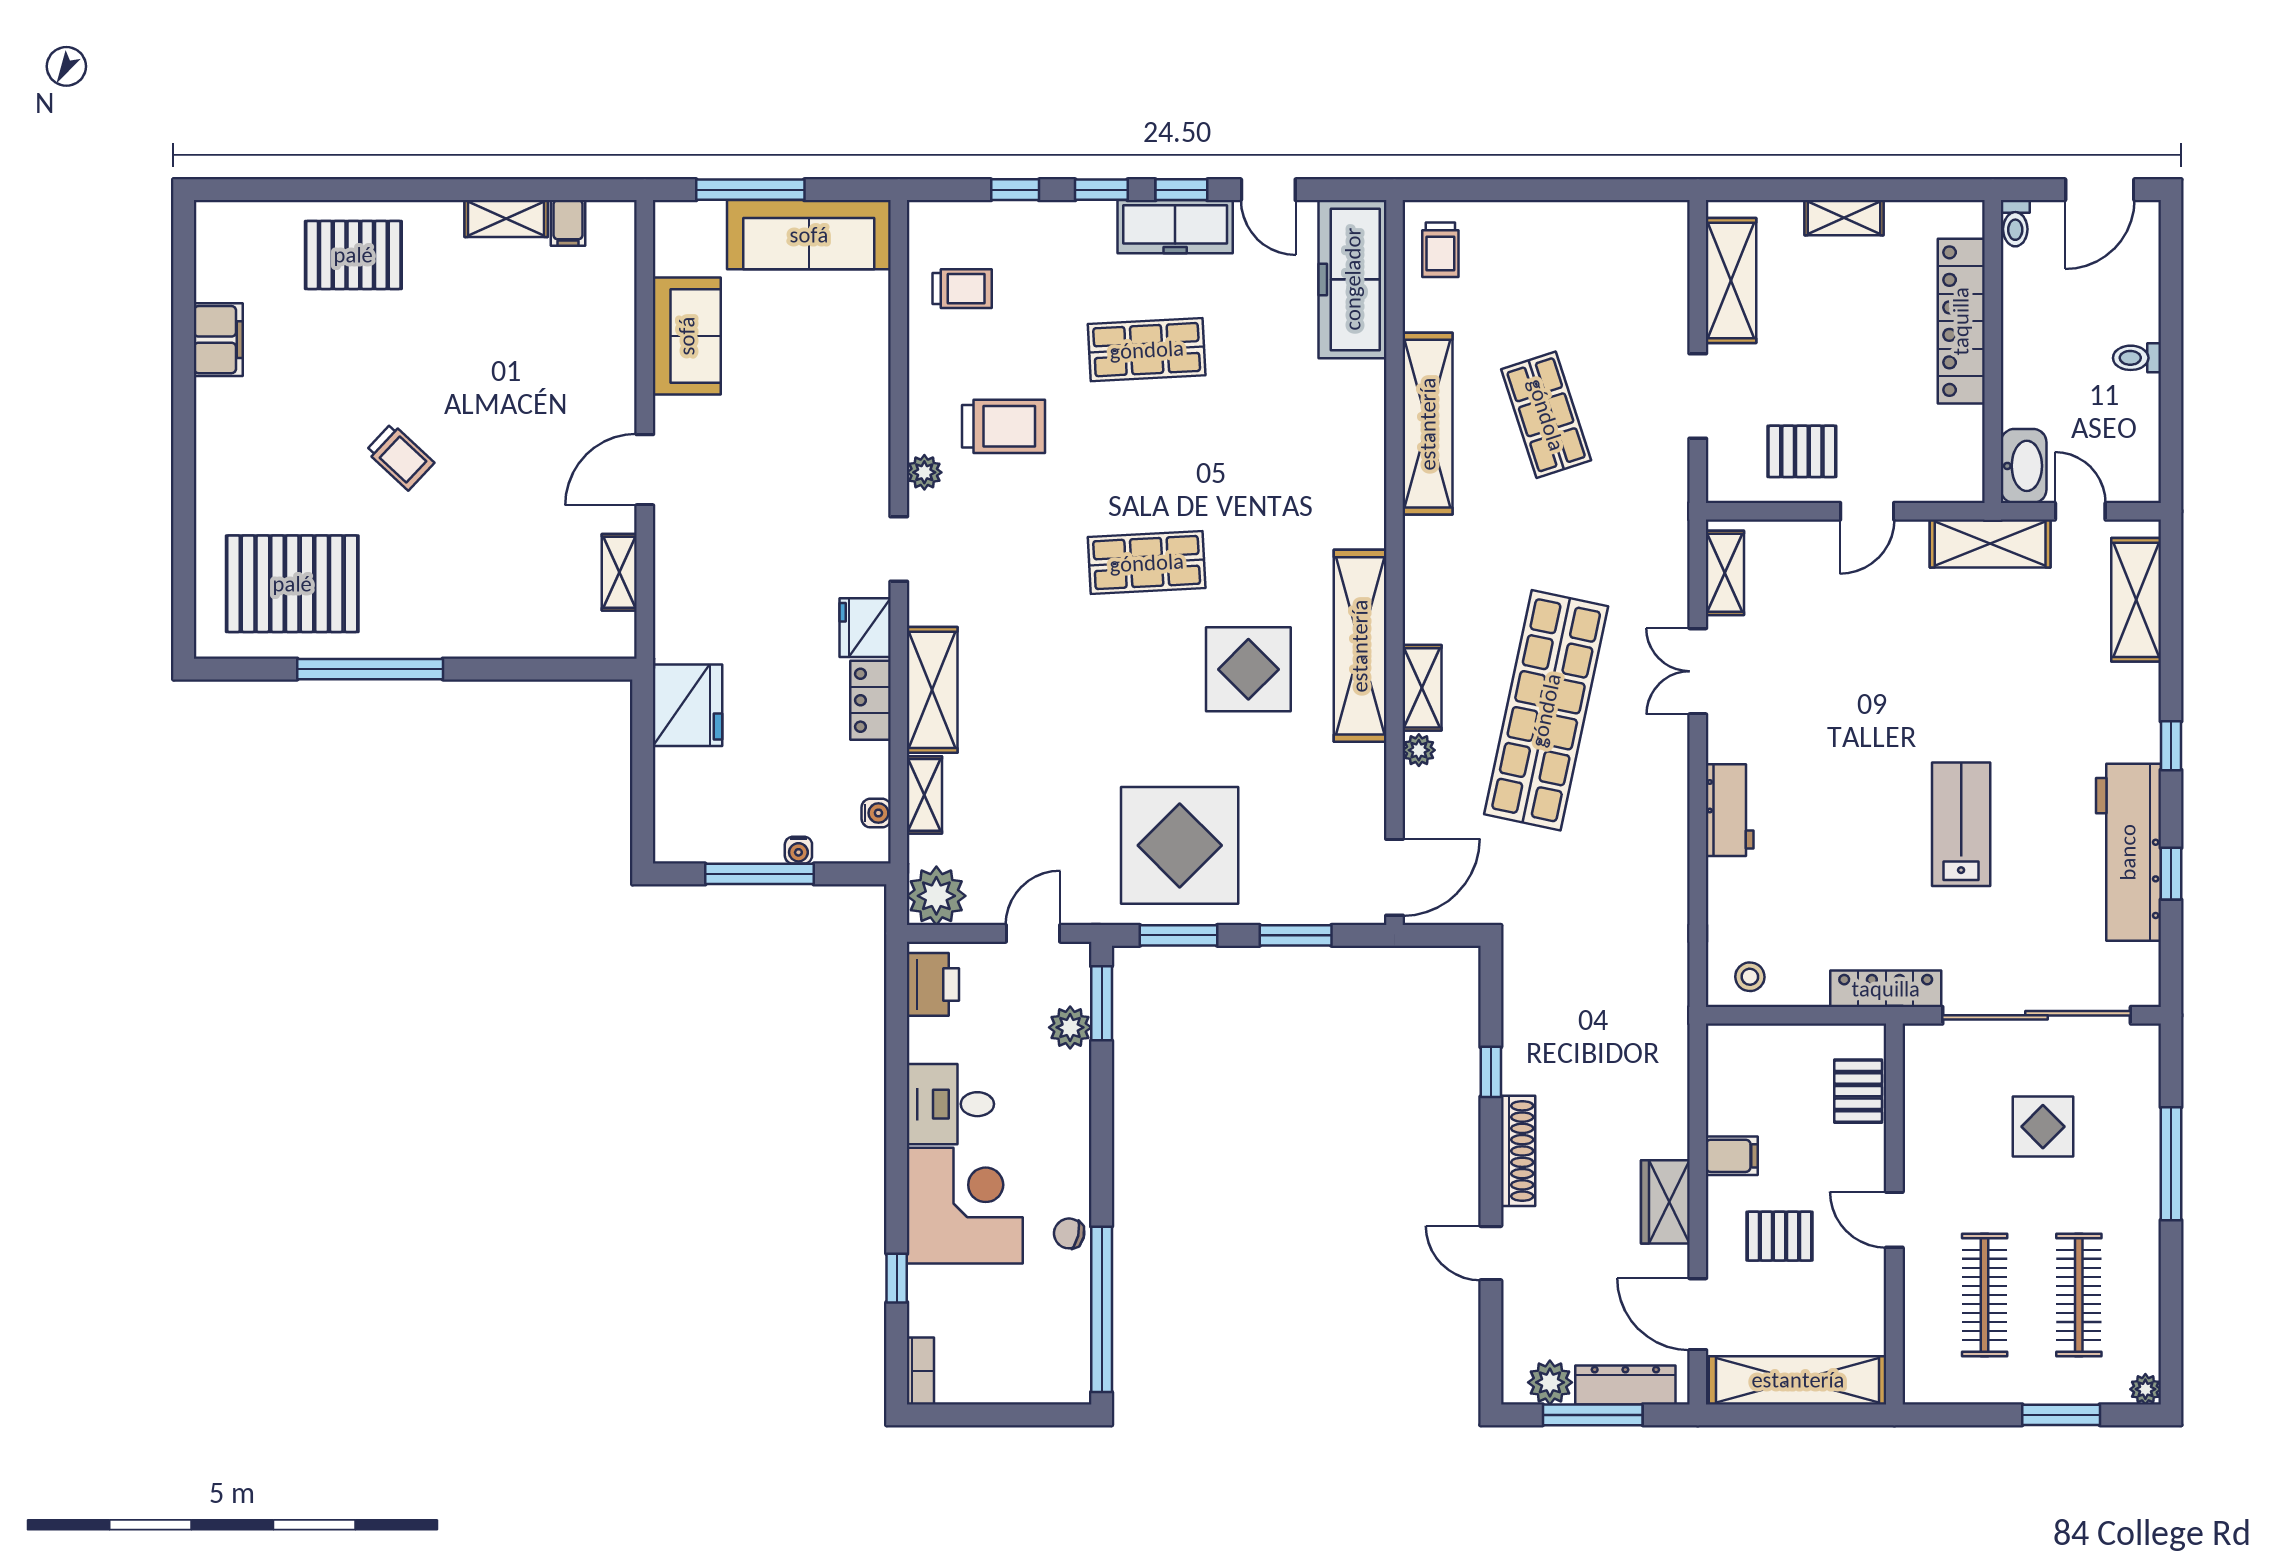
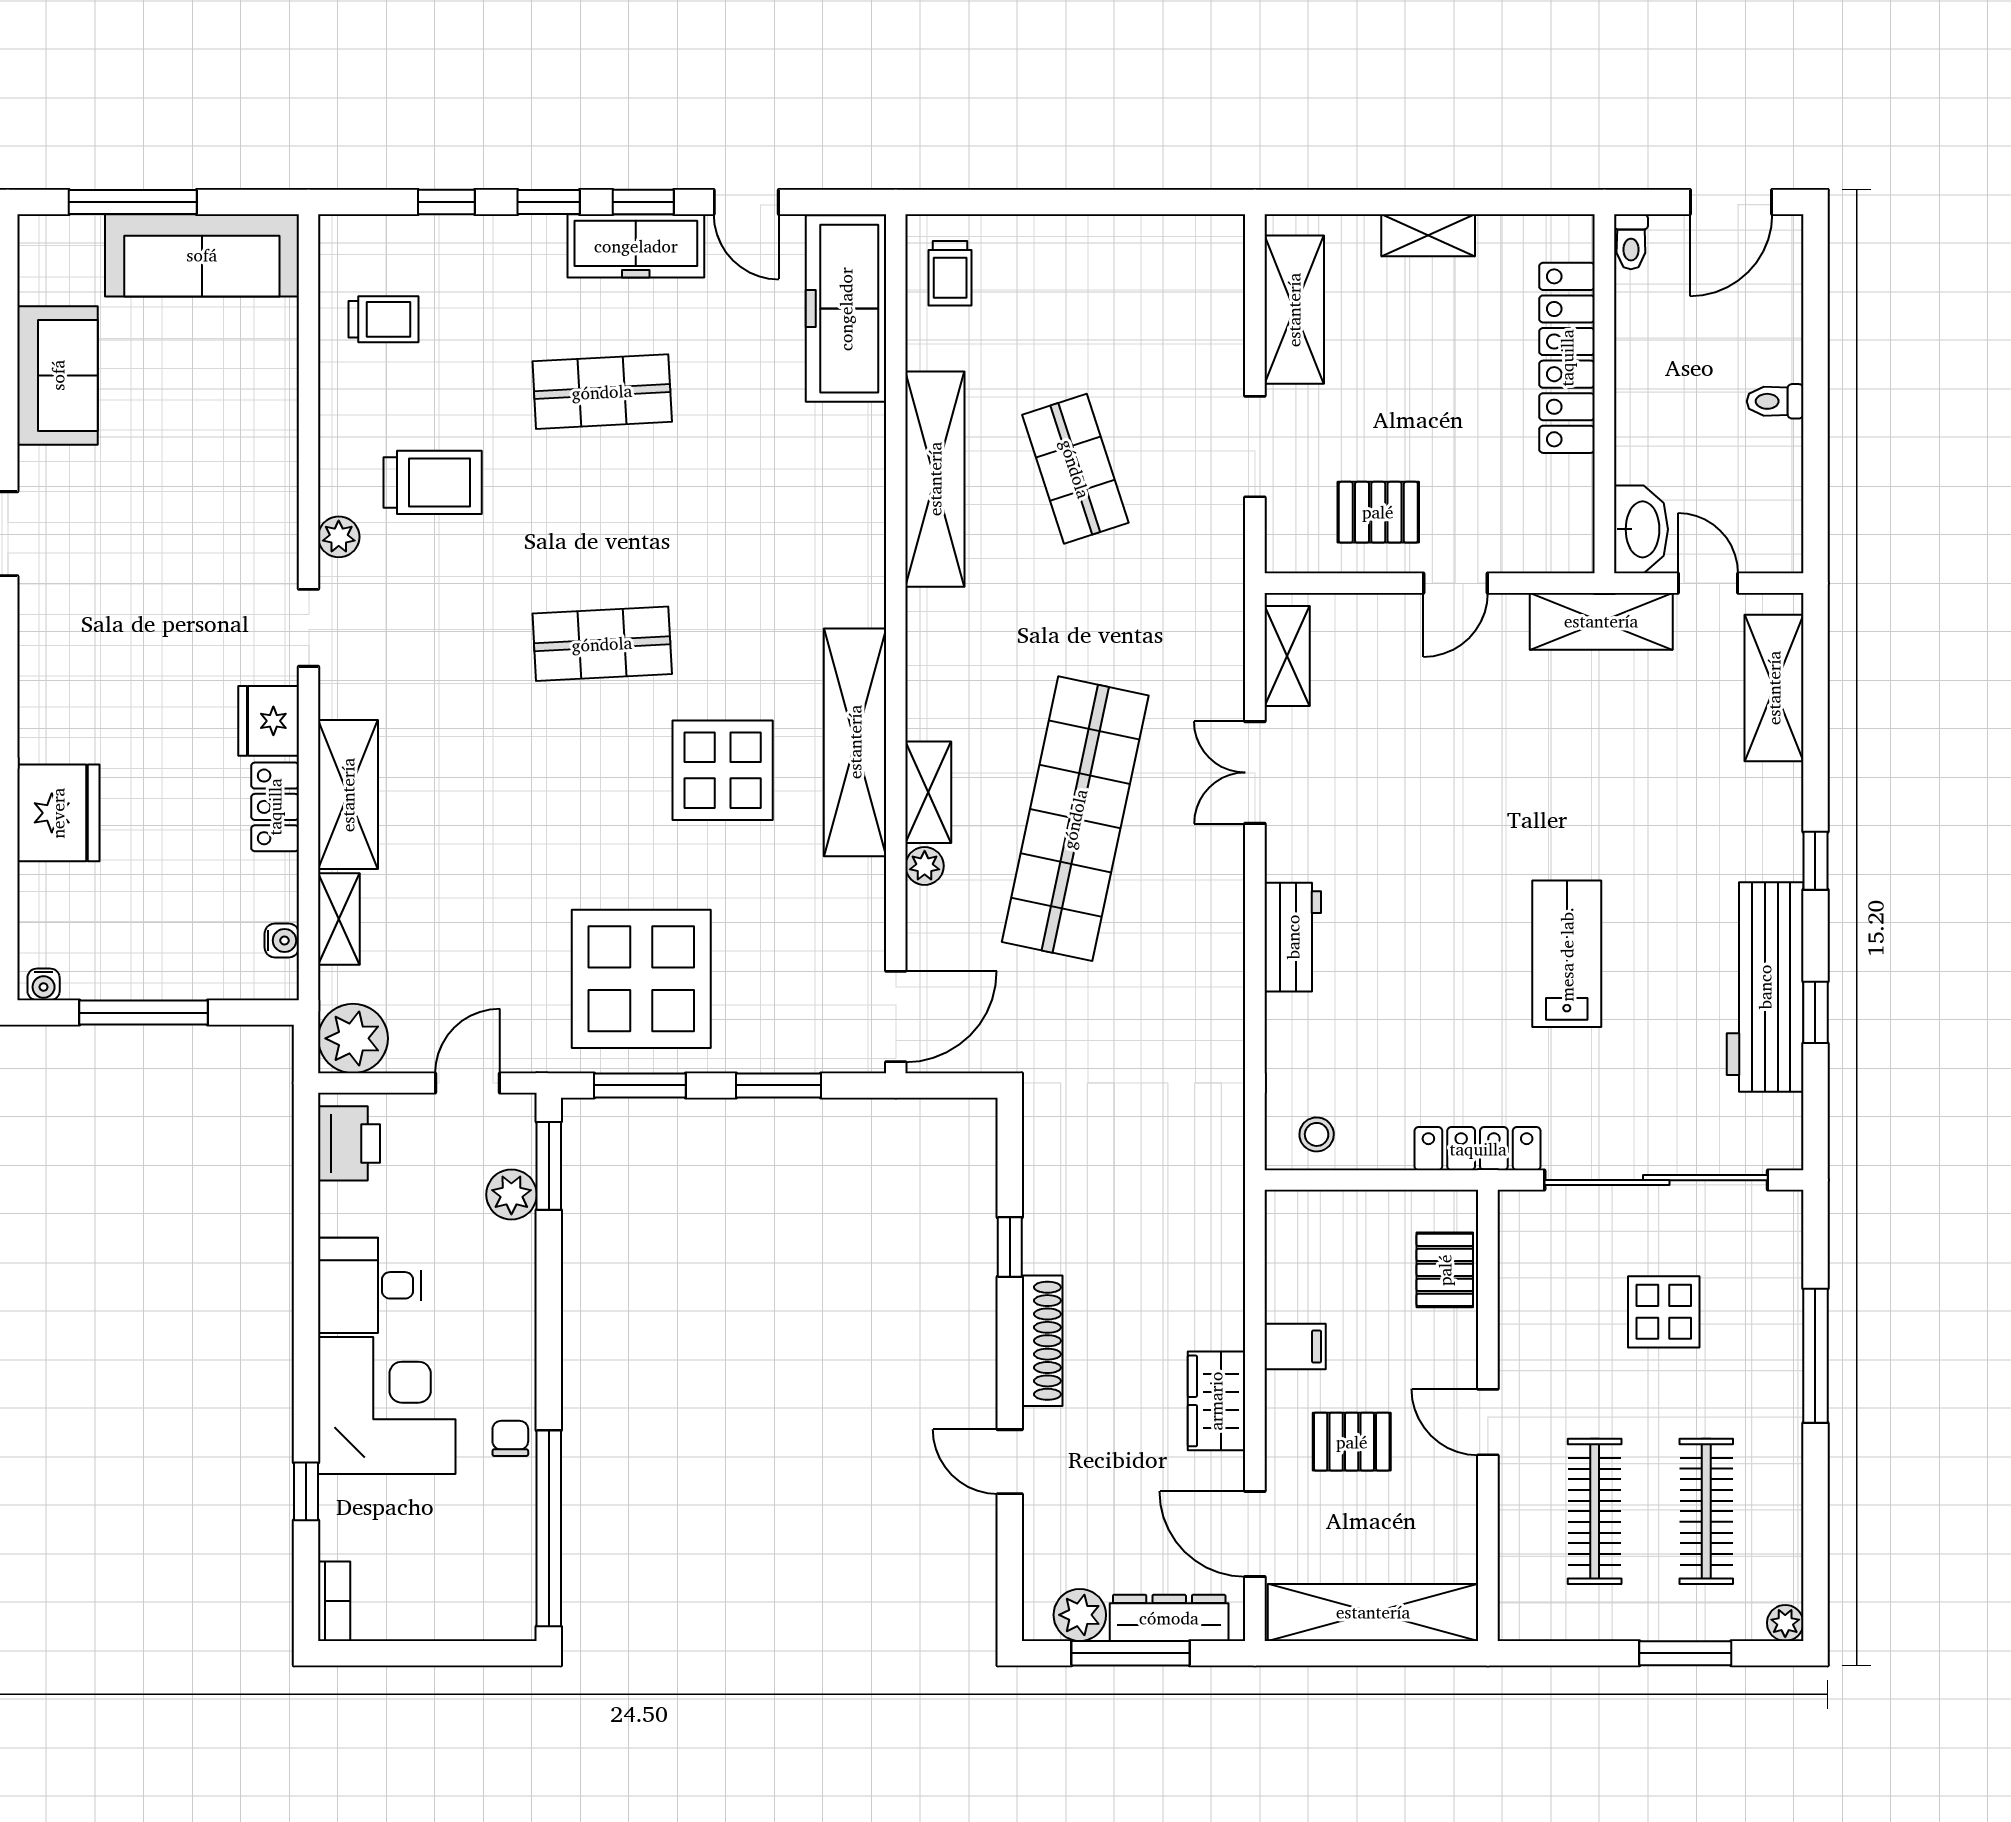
water cooler: (798, 850) -> (44, 984), moved
chair: (1069, 1233) -> (510, 1438), turned 77

